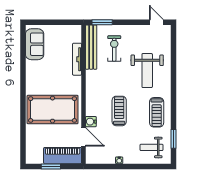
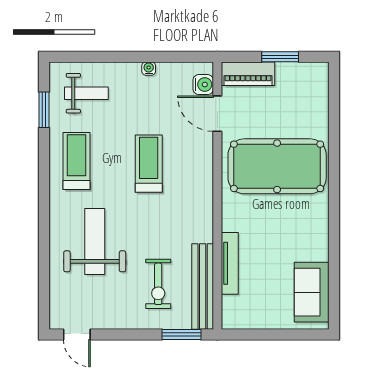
treadmill: (119, 111) -> (149, 164), turned 180
water cooler: (91, 122) -> (203, 85), moved
piano: (63, 156) -> (248, 74), width x0.73, depth x0.75

